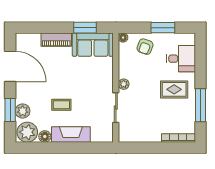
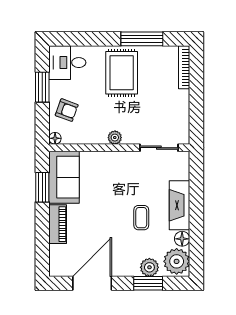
desk: (181, 59) -> (67, 63), moved, turned -90
rug: (174, 89) -> (122, 73), width x1.36, depth x1.43
sliding door: (116, 108) -> (159, 148), moved

